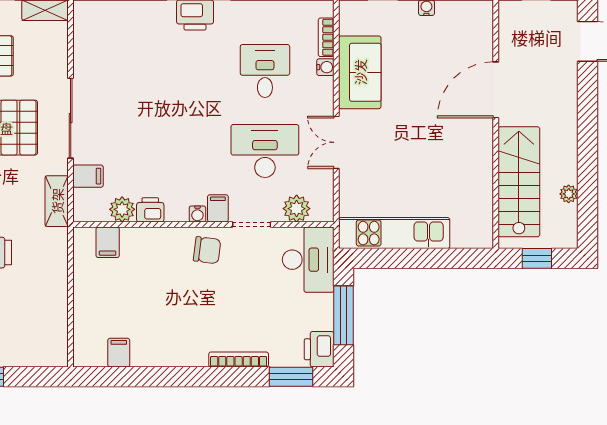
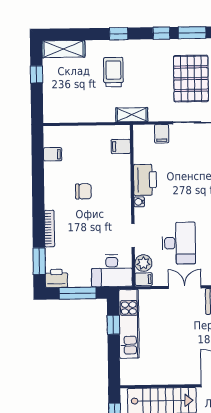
shelving: (57, 201) -> (132, 115), moved
filing cabinet: (218, 208) -> (144, 279), moved
plant: (122, 209) -> (141, 155), removed
printer: (150, 210) -> (145, 180), width x1.87, depth x1.48
chair: (207, 250) -> (83, 191), moved, turned -97
window: (395, 258) -> (113, 325), added

